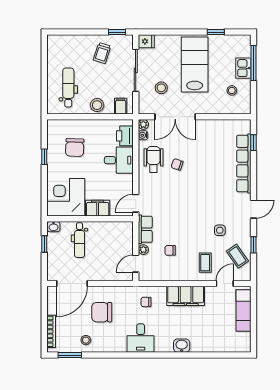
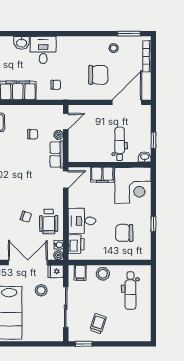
fridge: (146, 41) -> (56, 271), moved
chair: (75, 148) -> (124, 233), turned -92
desk: (141, 338) -> (43, 50), moved

